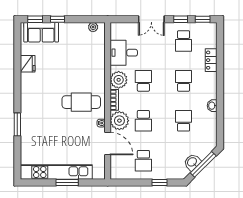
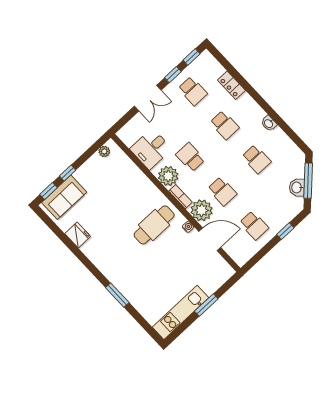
school desk: (184, 81) -> (225, 125), turned 180
school desk: (184, 121) -> (256, 159), turned 180
kitchen unit: (56, 172) -> (181, 312), width x0.73

